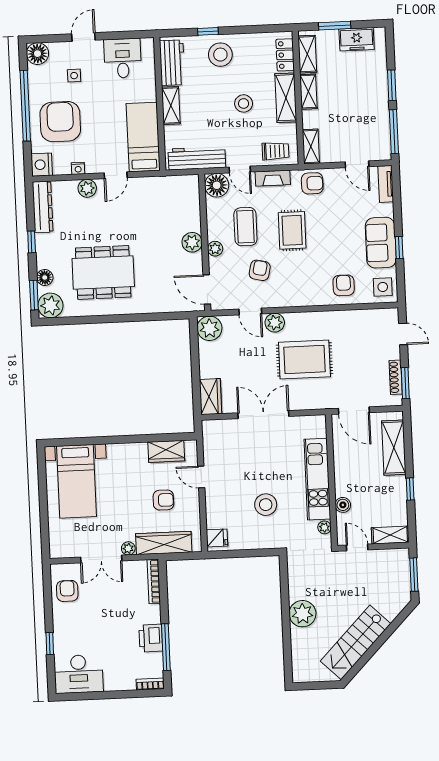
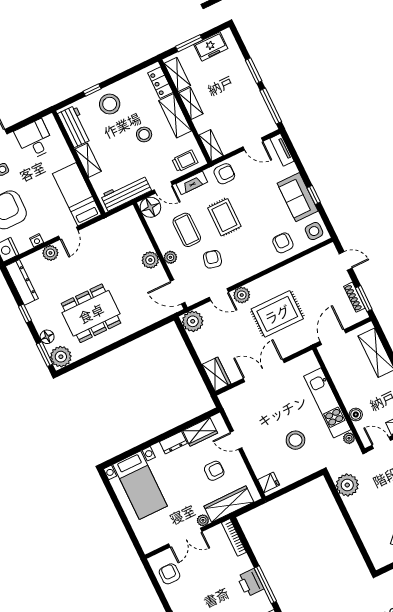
door: (354, 410) -> (333, 337), swing flipped
dresser: (132, 451) -> (173, 443), added
plant: (303, 614) -> (347, 485), moved

